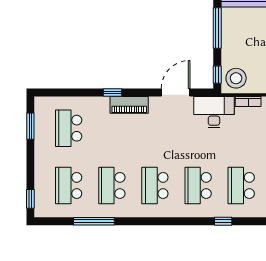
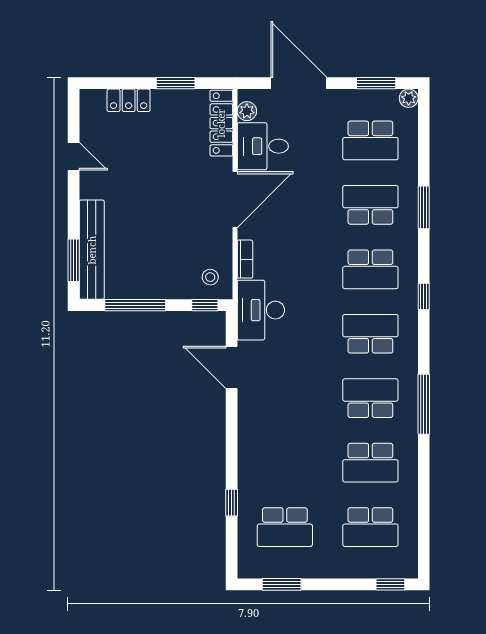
stool: (236, 78) -> (210, 277), width x0.53, depth x0.53
window: (112, 93) -> (232, 503), moved
piano: (129, 105) -> (250, 437), removed
school desk: (155, 185) -> (370, 398), turned 180
school desk: (198, 185) -> (370, 334), turned 180
window: (94, 221) -> (424, 404), moved

